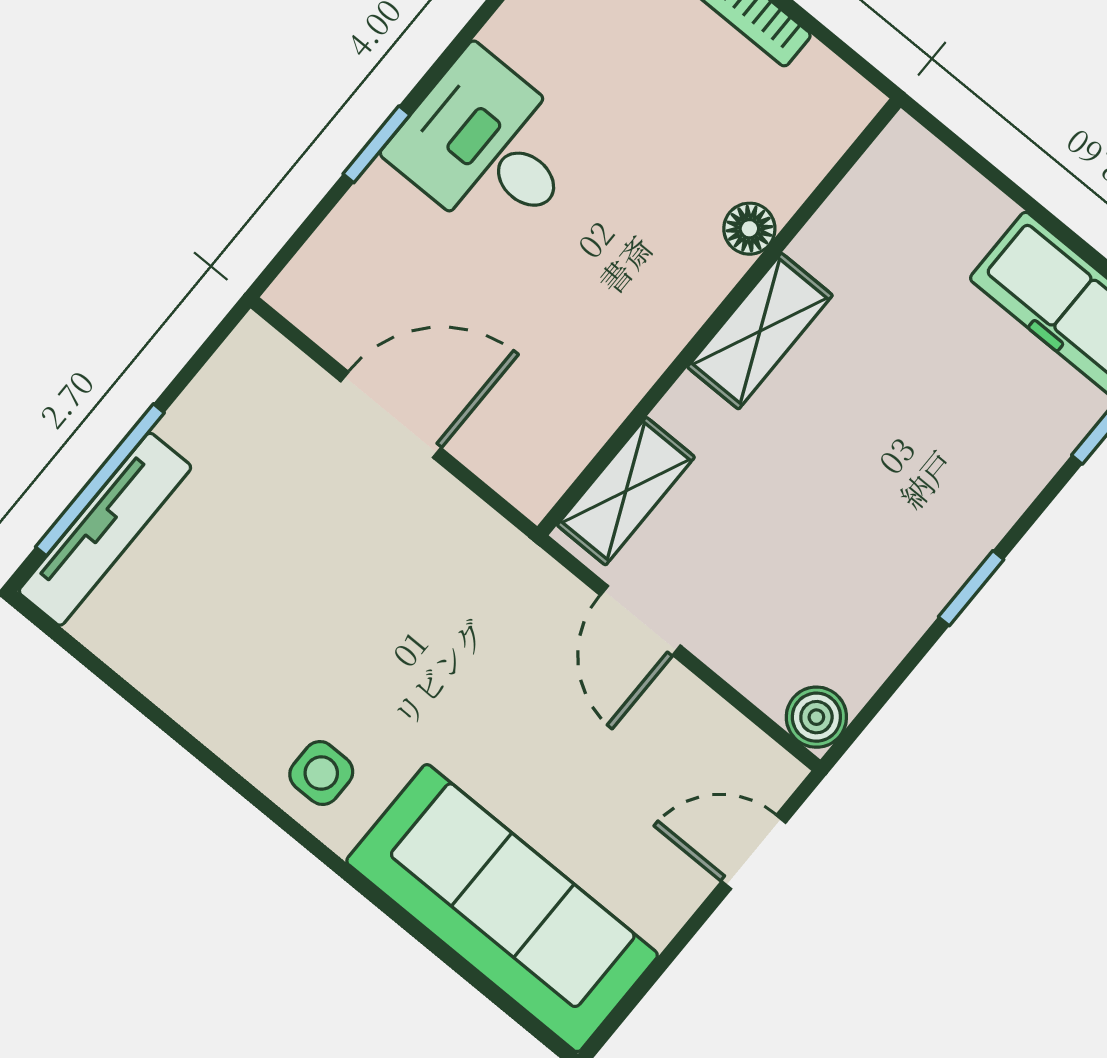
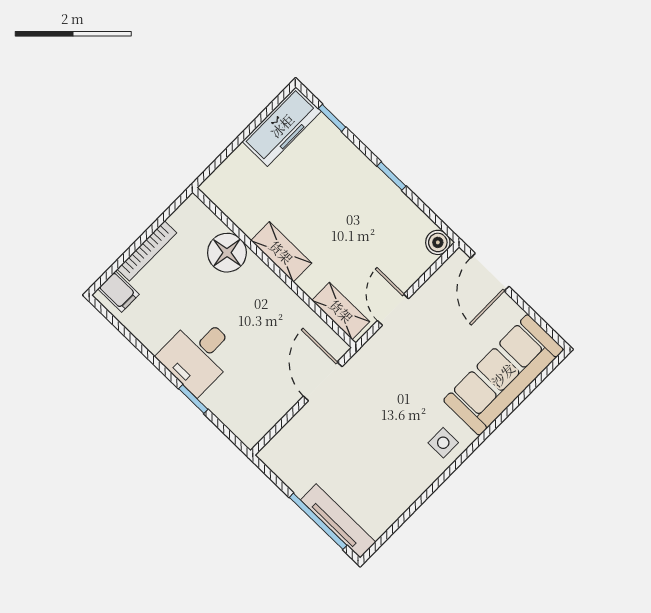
floor lamp: (749, 229) -> (227, 253), width x1.89, depth x1.89
door: (391, 415) -> (323, 381), moved
door: (640, 620) -> (393, 310), swing flipped
door: (754, 852) -> (490, 272), width x1.38

